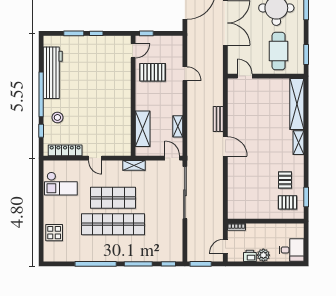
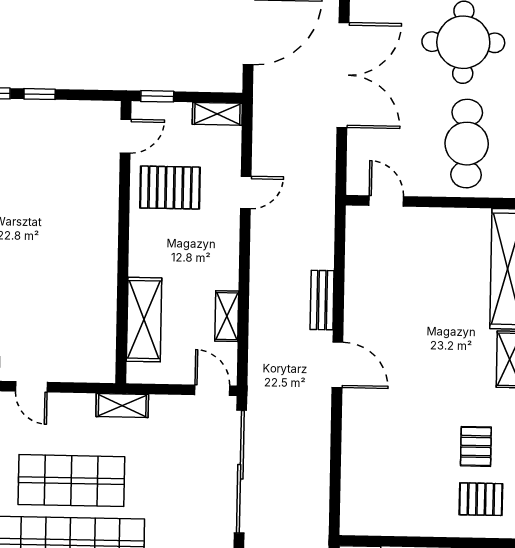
shelving: (172, 40) -> (217, 114), added
door: (185, 74) -> (246, 192), hinge flipped

